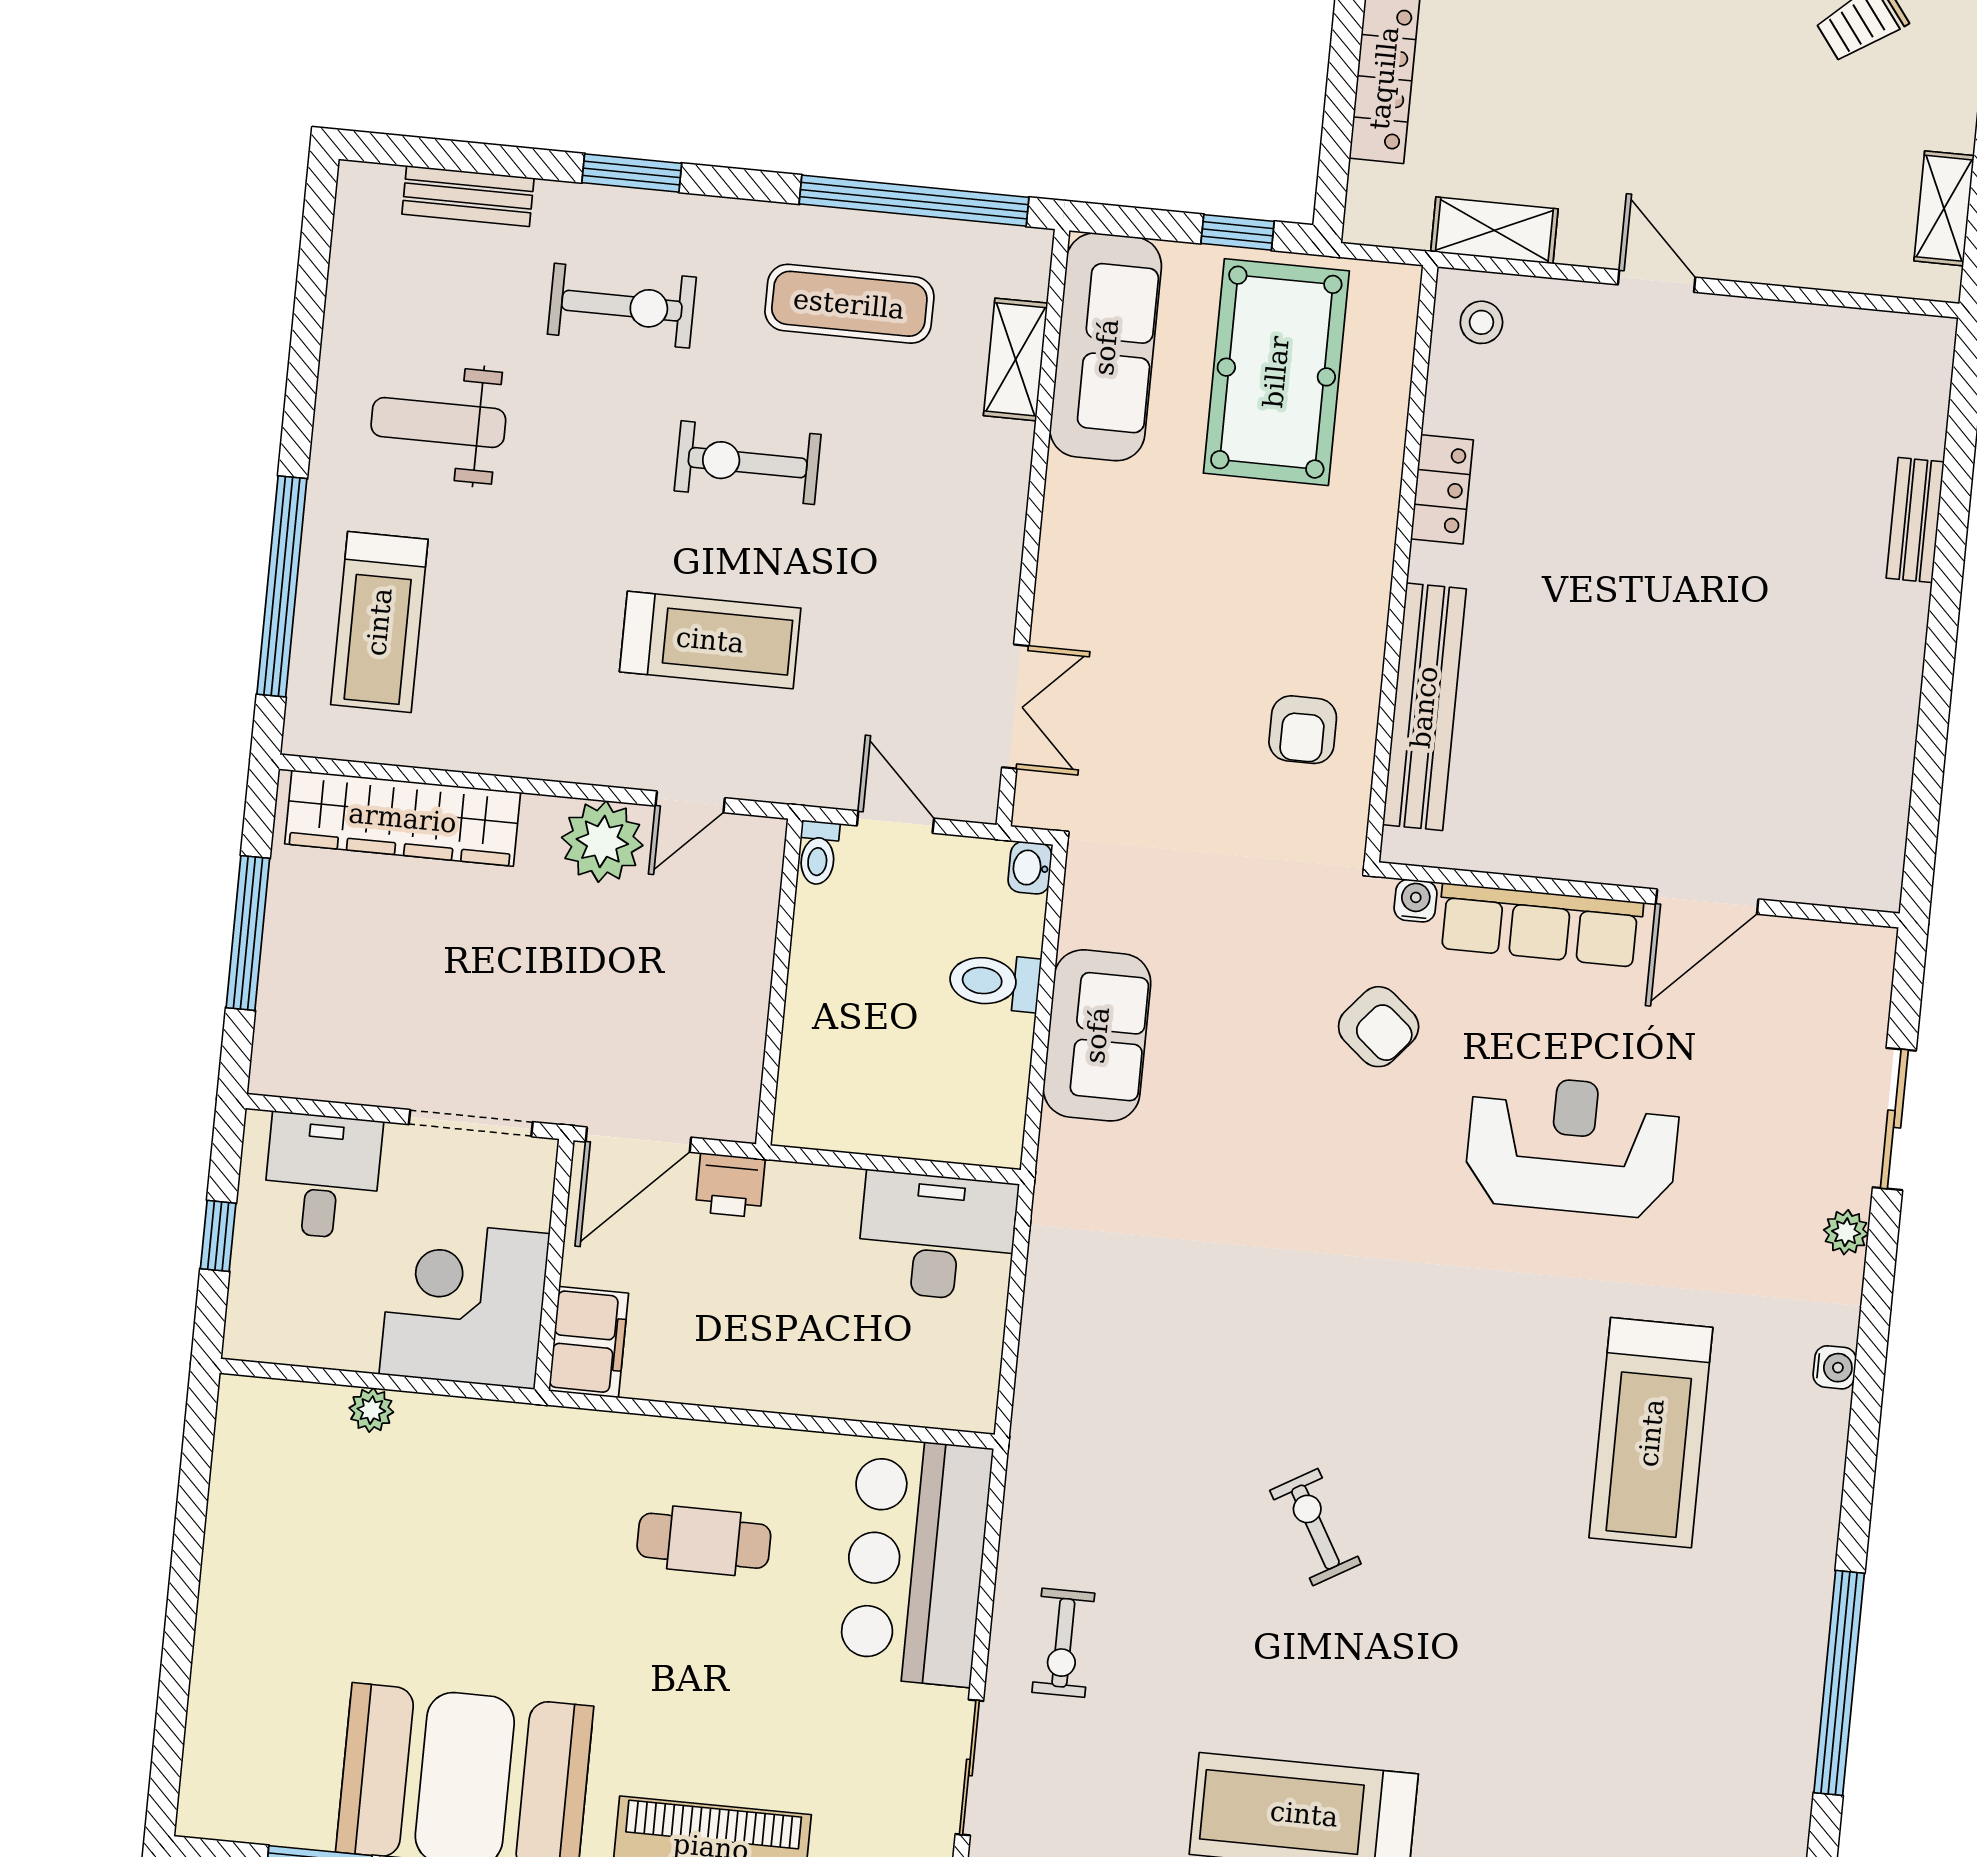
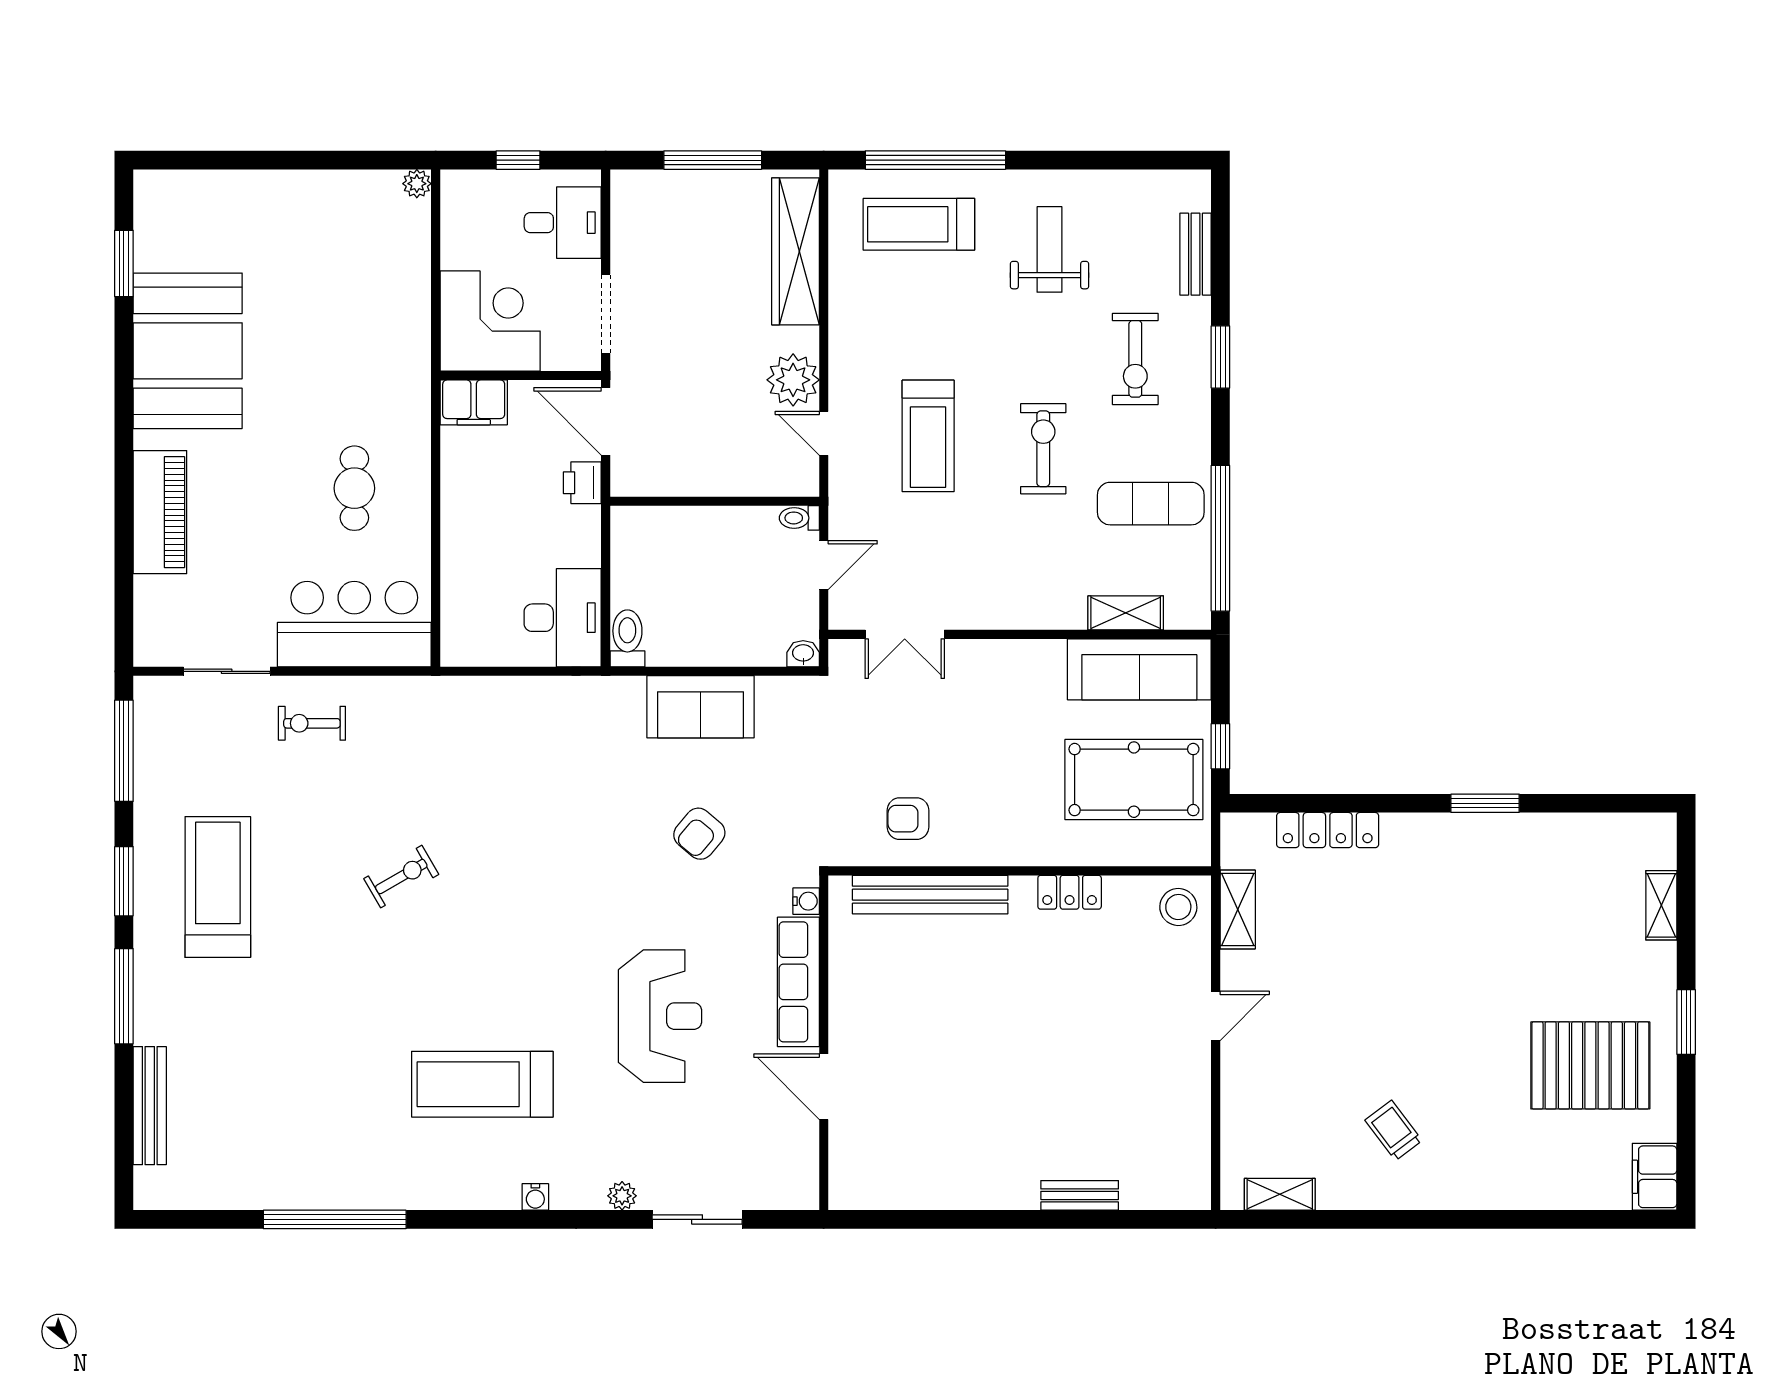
exercise mat: (849, 304) -> (1151, 504), turned 90
stool: (1481, 322) -> (1178, 907), width x1.37, depth x1.37
toilet: (995, 982) -> (627, 638), moved
armchair: (1379, 1027) -> (699, 834), moved
plant: (371, 1410) -> (417, 184), moved

